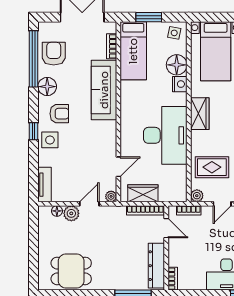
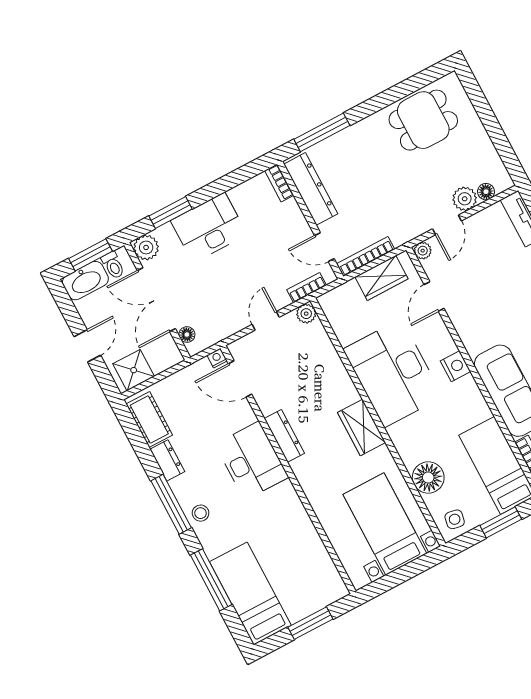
nightstand: (180, 84) -> (455, 366), moved, turned 180
rug: (212, 167) -> (306, 363), removed

